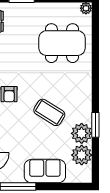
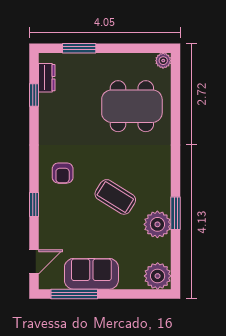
plant: (82, 155) -> (158, 276), moved
sofa: (45, 171) -> (91, 274), moved

